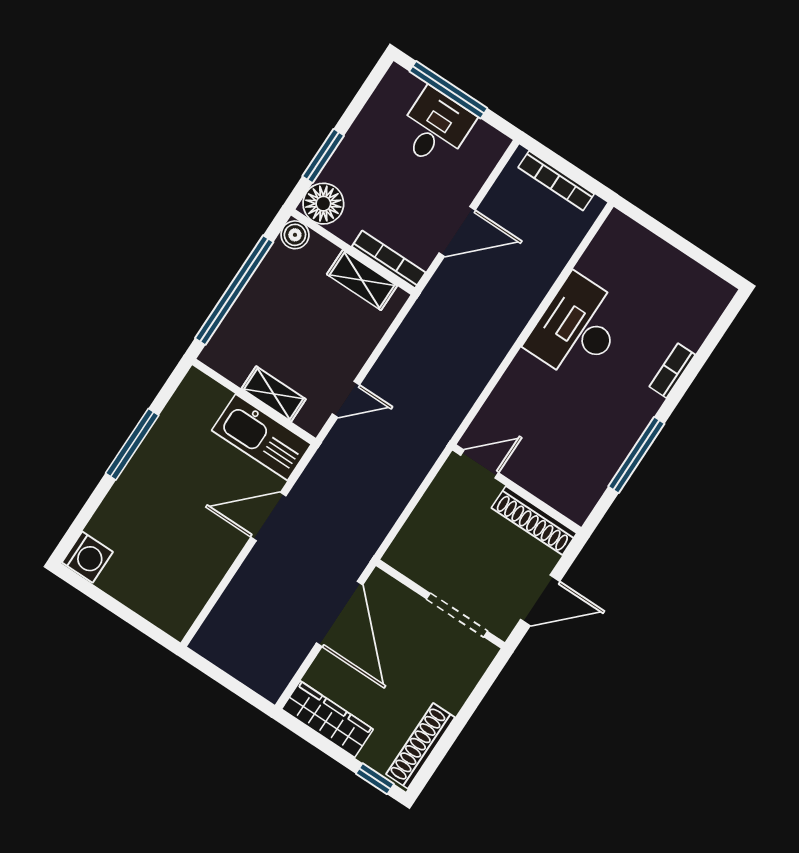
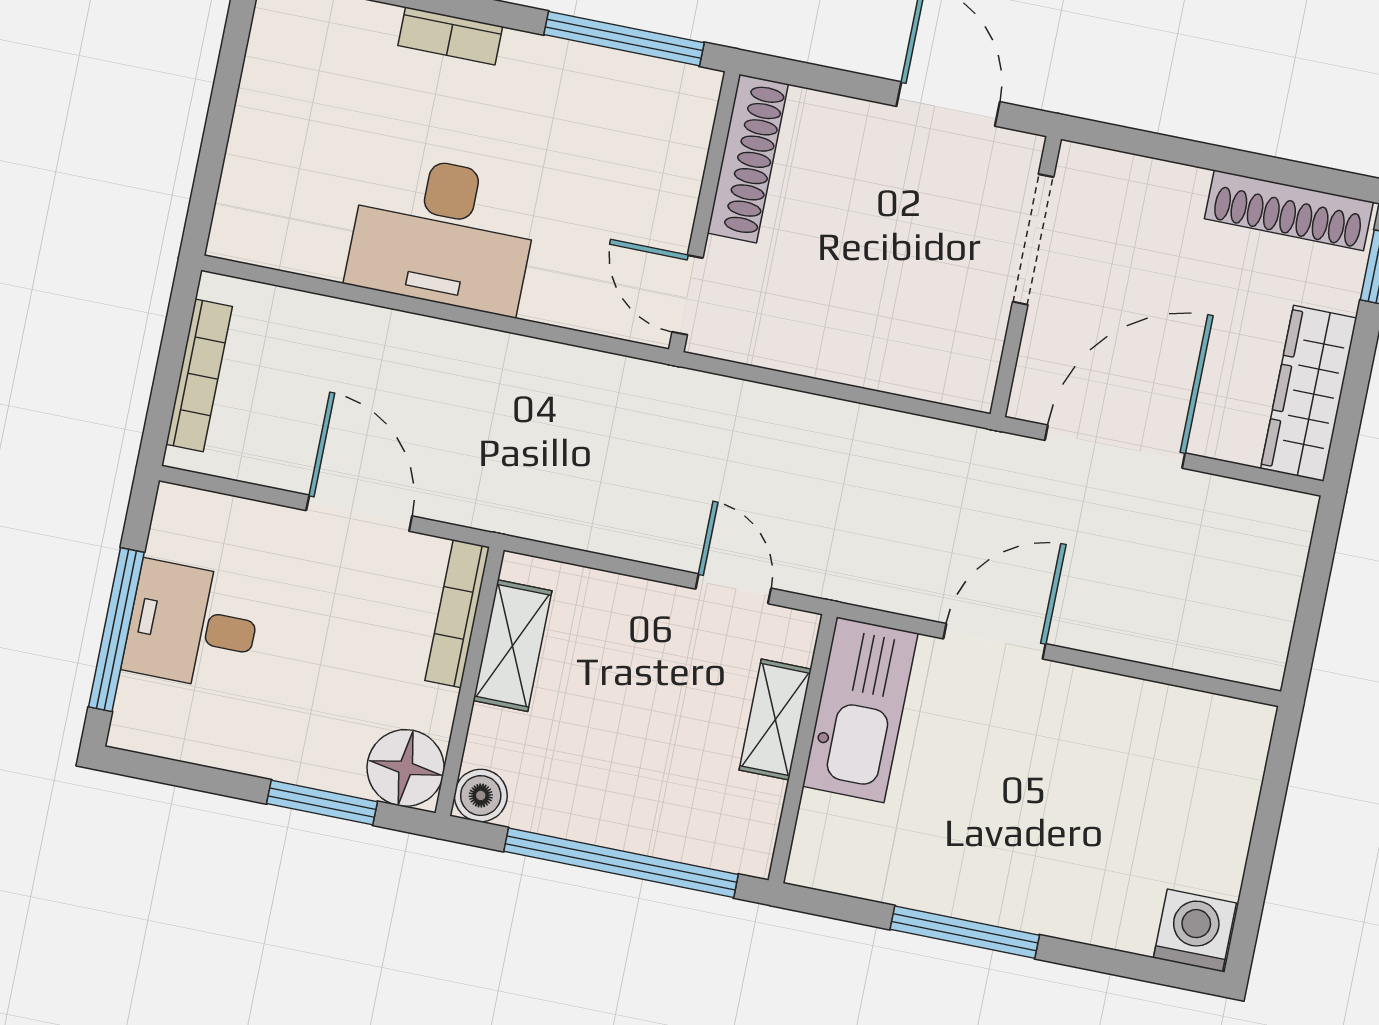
door: (479, 464) -> (687, 295), moved
wall: (517, 489) -> (704, 212), moved
door: (268, 517) -> (995, 641), swing flipped
shoe rack: (534, 521) -> (748, 159), moved

